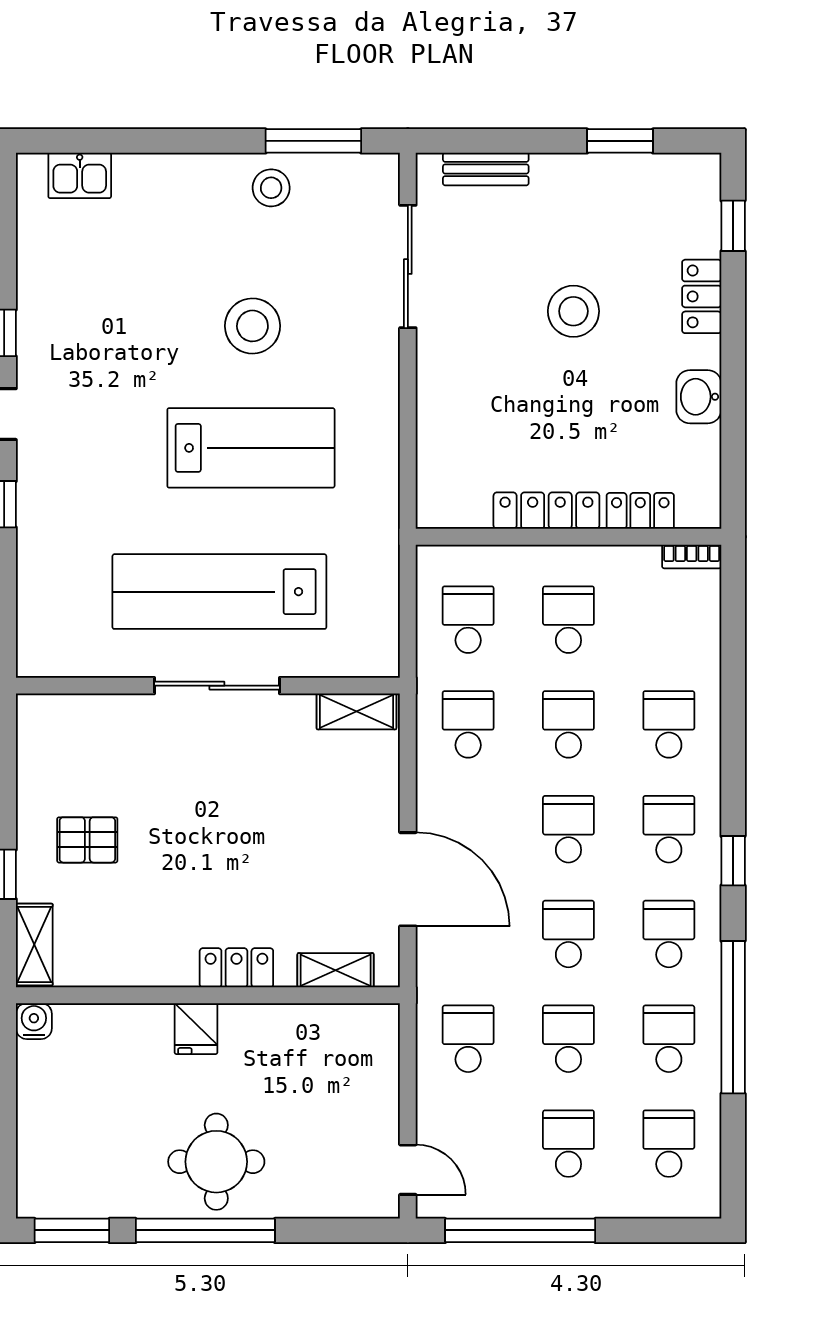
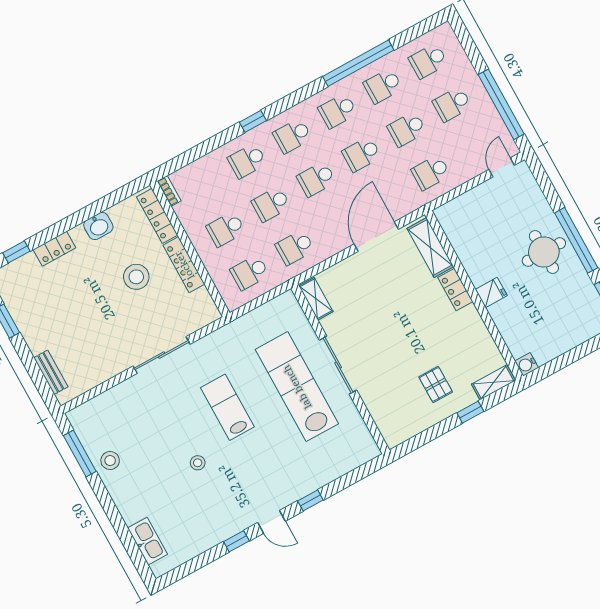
kitchen sink: (80, 175) -> (148, 541), width x1.38
sliding door: (408, 267) -> (162, 355), moved
stool: (573, 311) -> (136, 277), moved
stool: (252, 326) -> (198, 463), moved, width x0.53, depth x0.53
lab bench: (251, 448) -> (227, 407), width x0.73, depth x0.72
locker: (640, 511) -> (157, 216), width x1.53
lab bench: (219, 592) -> (297, 387), turned 180
window: (733, 861) -> (253, 121), moved
shelving: (336, 970) -> (430, 247), width x1.50, depth x1.33

